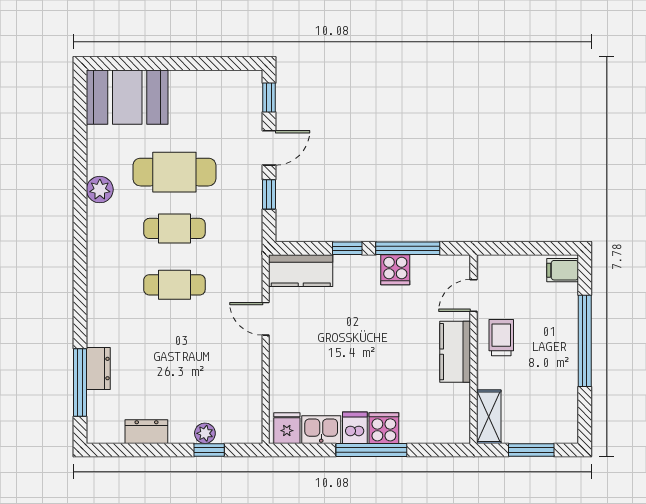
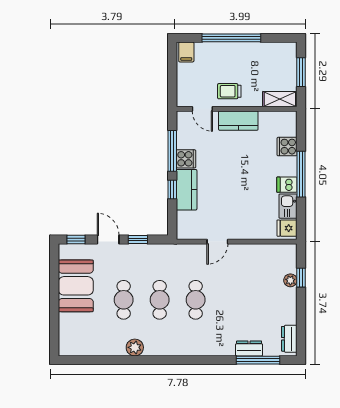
booth: (127, 97) -> (76, 286), moved
cafe table: (174, 172) -> (124, 300), width x0.73, depth x0.74
kitchen counter: (301, 271) -> (187, 190), moved
cooker: (384, 428) -> (287, 147), moved
dresser: (146, 432) -> (289, 339), moved

